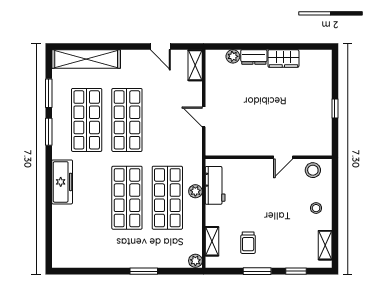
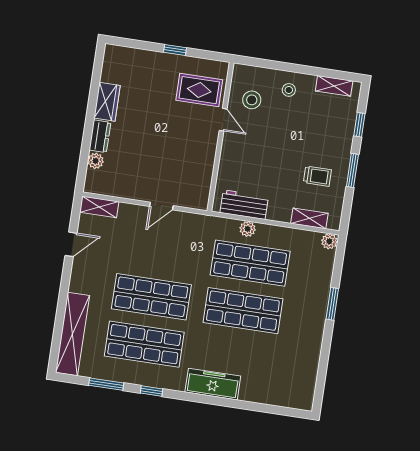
window: (49, 132) -> (151, 391), width x0.67
rug: (305, 134) -> (199, 90), added
stool: (313, 170) -> (252, 100), moved

